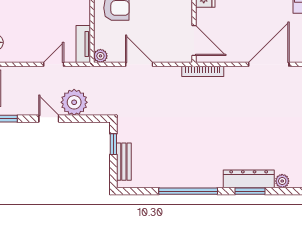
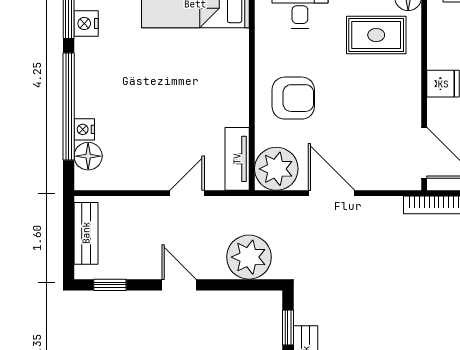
plant: (100, 56) -> (276, 169), width x1.88, depth x1.88
plant: (74, 102) -> (249, 257), moved

